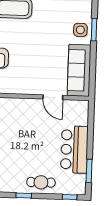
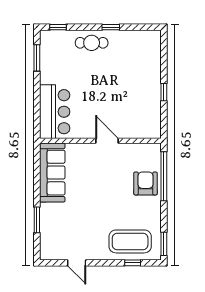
side table: (80, 30) -> (52, 219), removed
door: (53, 97) -> (107, 141), moved
bar counter: (74, 149) -> (55, 112), moved

